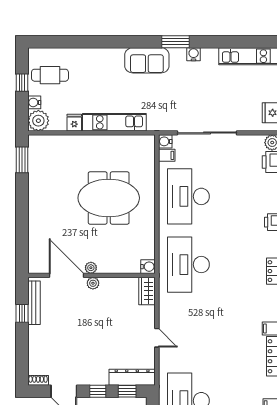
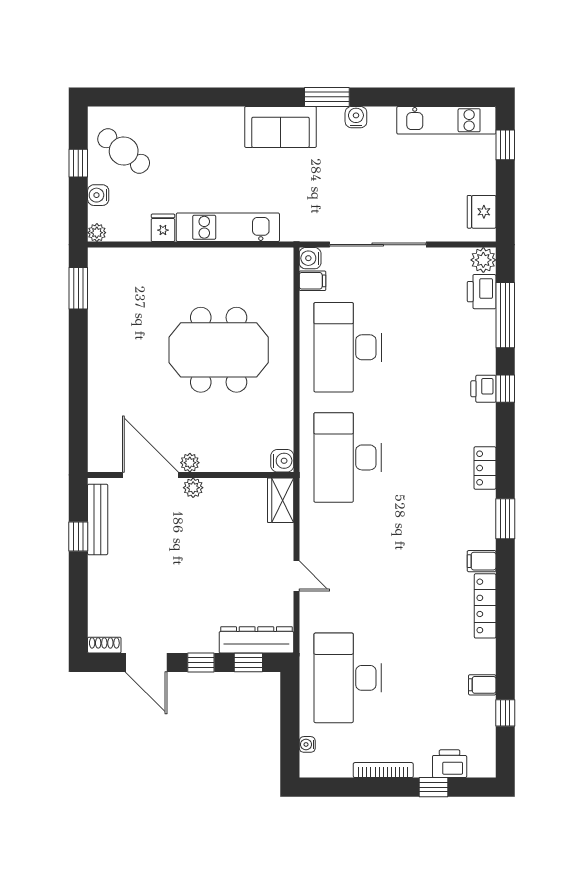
cafe table: (50, 75) -> (124, 151), turned 38
plant: (38, 121) -> (97, 233), width x0.53, depth x0.53

